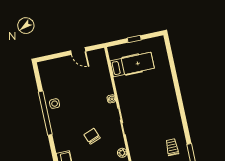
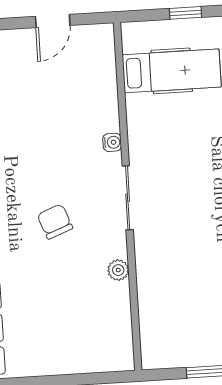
door: (78, 51) -> (53, 21), hinge flipped

